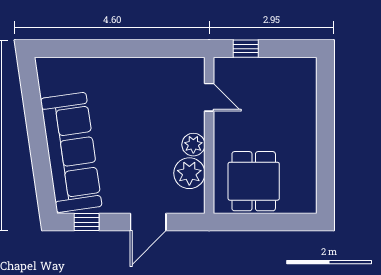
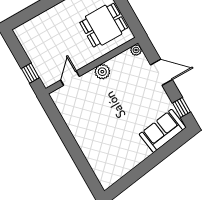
sofa: (71, 152) -> (163, 131), width x0.54, depth x0.79
plant: (189, 173) -> (136, 50), moved, width x0.53, depth x0.53

